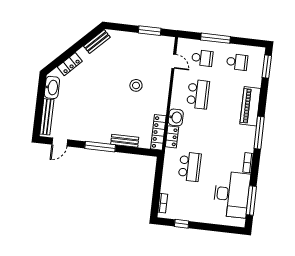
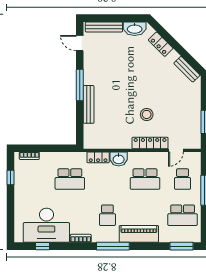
school desk: (237, 62) -> (183, 215), width x1.85
locker: (158, 132) -> (150, 143), moved
school desk: (229, 134) -> (107, 215), added
bench: (125, 141) -> (89, 104), width x1.36
window: (251, 201) -> (42, 246), width x0.46

